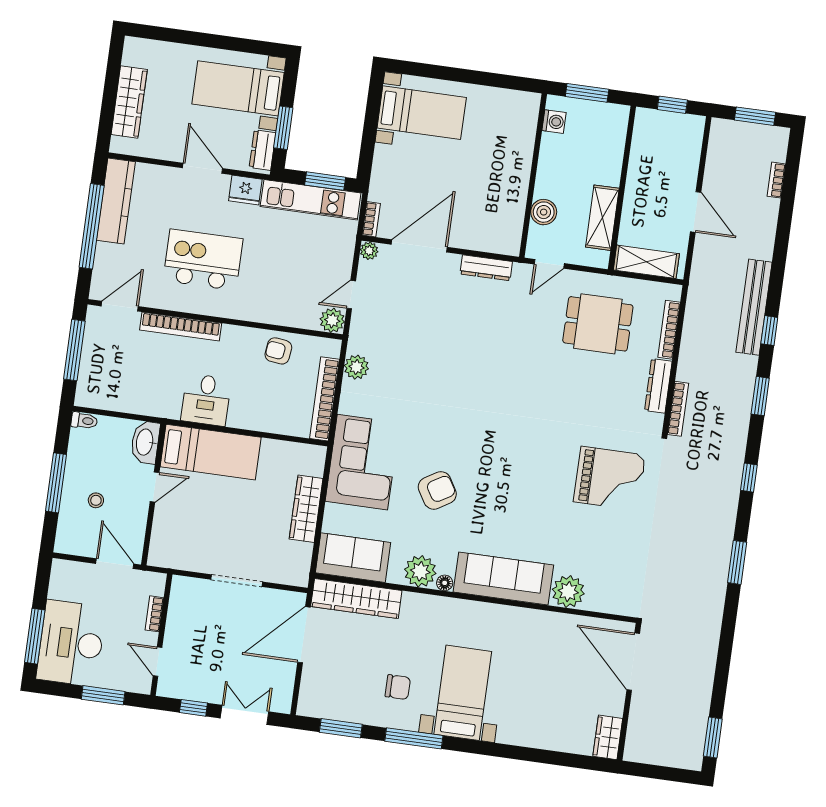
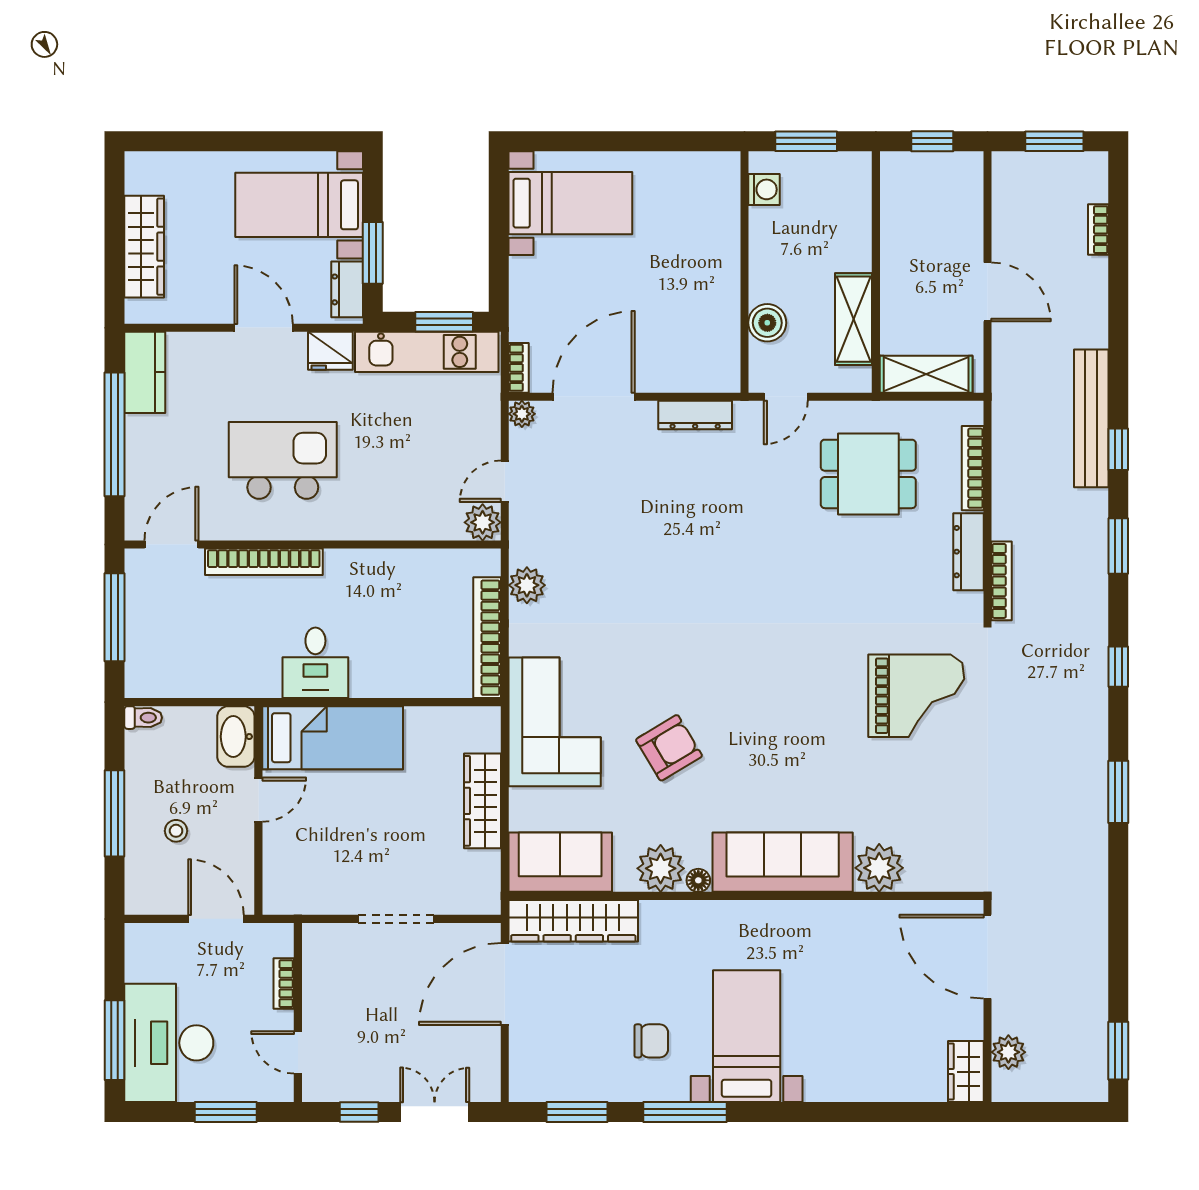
kitchen counter: (116, 201) -> (145, 372), width x0.67
armchair: (278, 351) -> (410, 578), removed
plant: (638, 728) -> (1008, 1052), added

